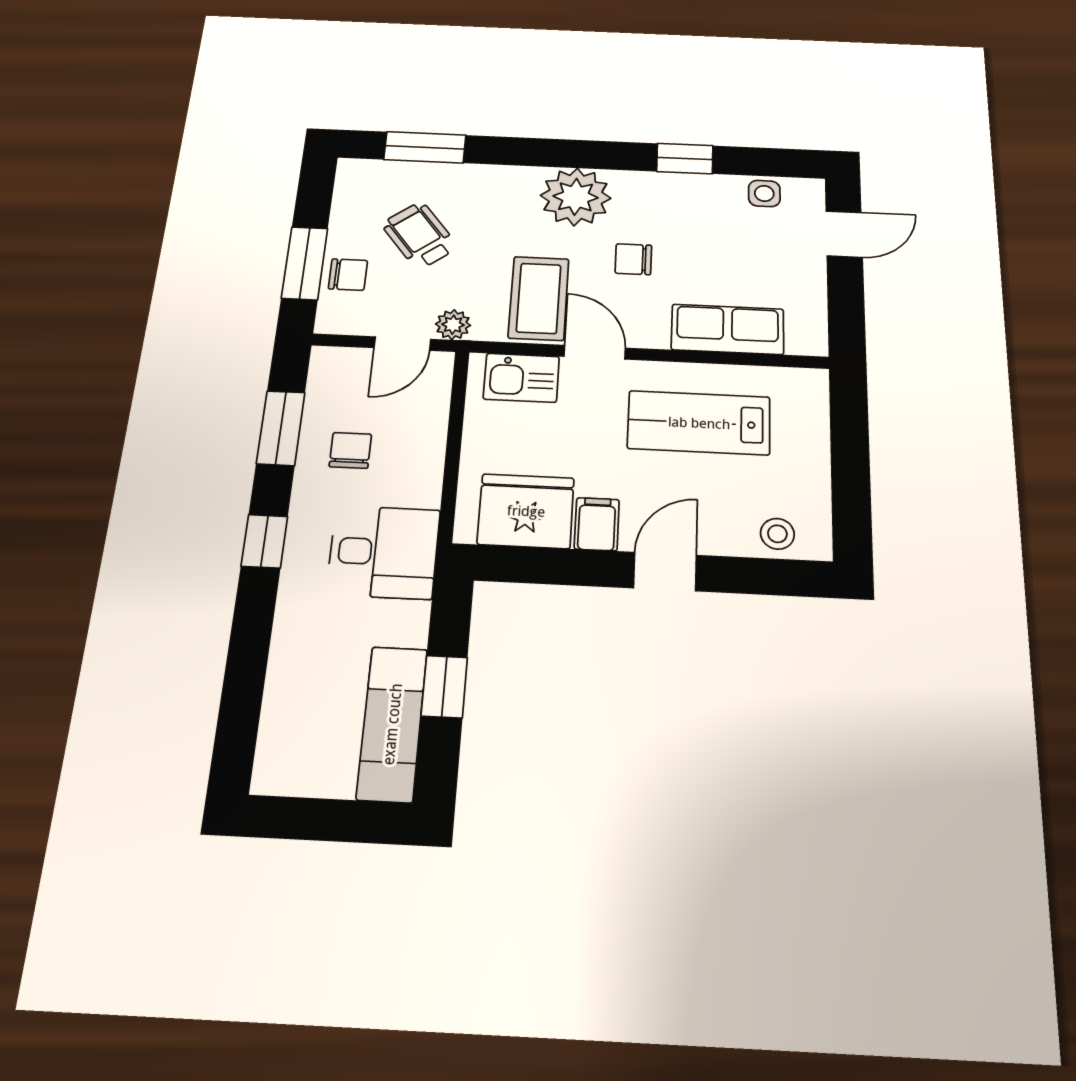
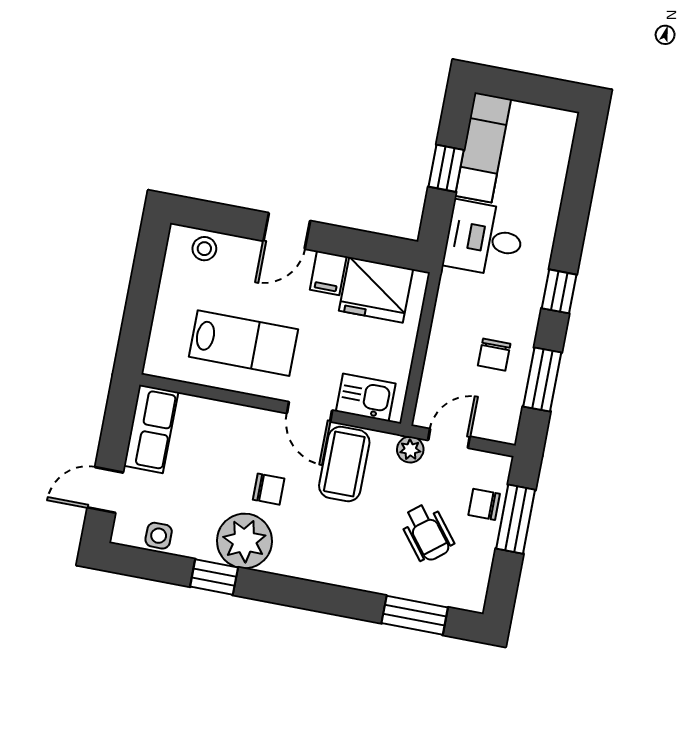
plant: (576, 197) -> (244, 541), moved
row of seats: (728, 329) -> (151, 429), moved, turned -90
desk: (383, 552) -> (484, 239), moved

